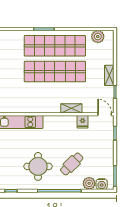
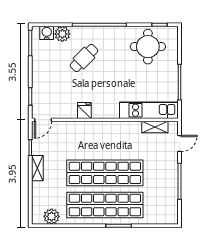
shelving: (71, 108) -> (155, 127), moved
door: (105, 114) -> (43, 120), hinge flipped
fridge: (83, 122) -> (84, 111), moved
round table: (38, 166) -> (148, 47), moved

